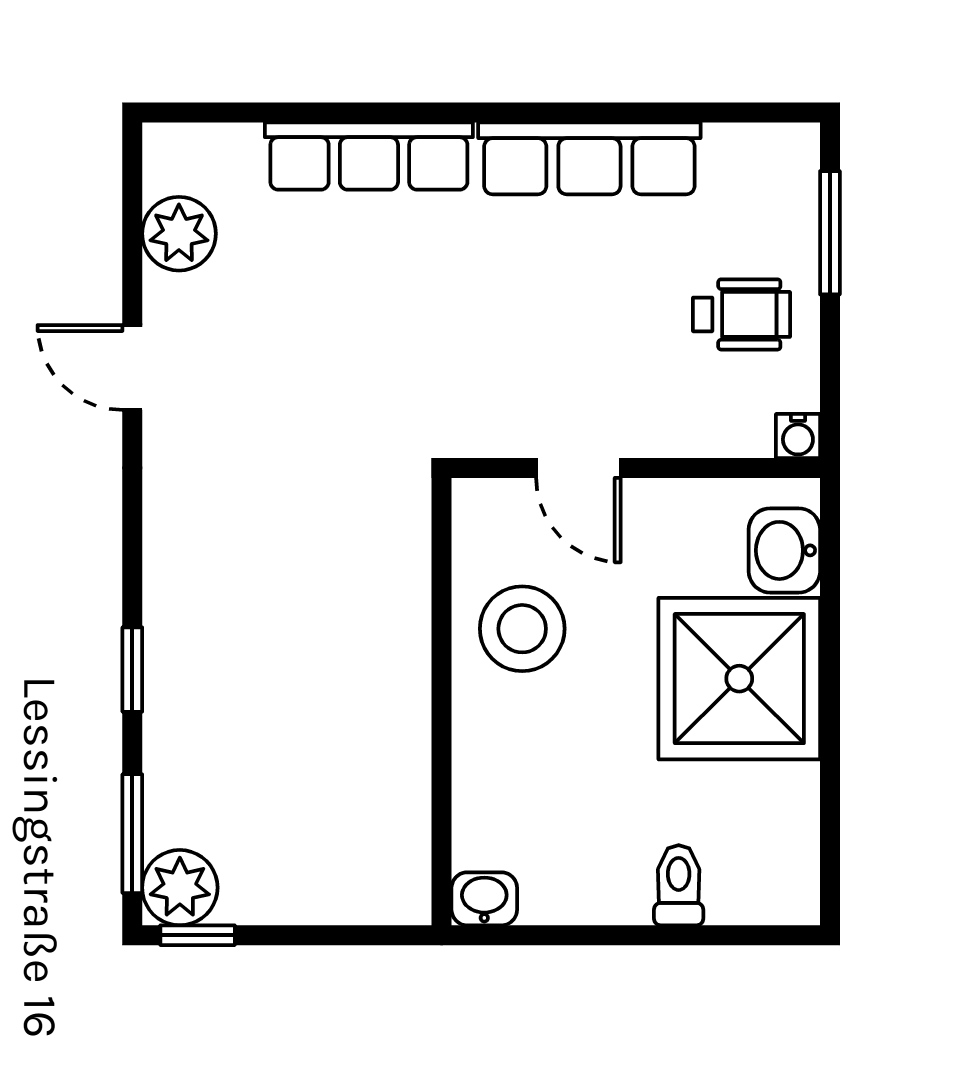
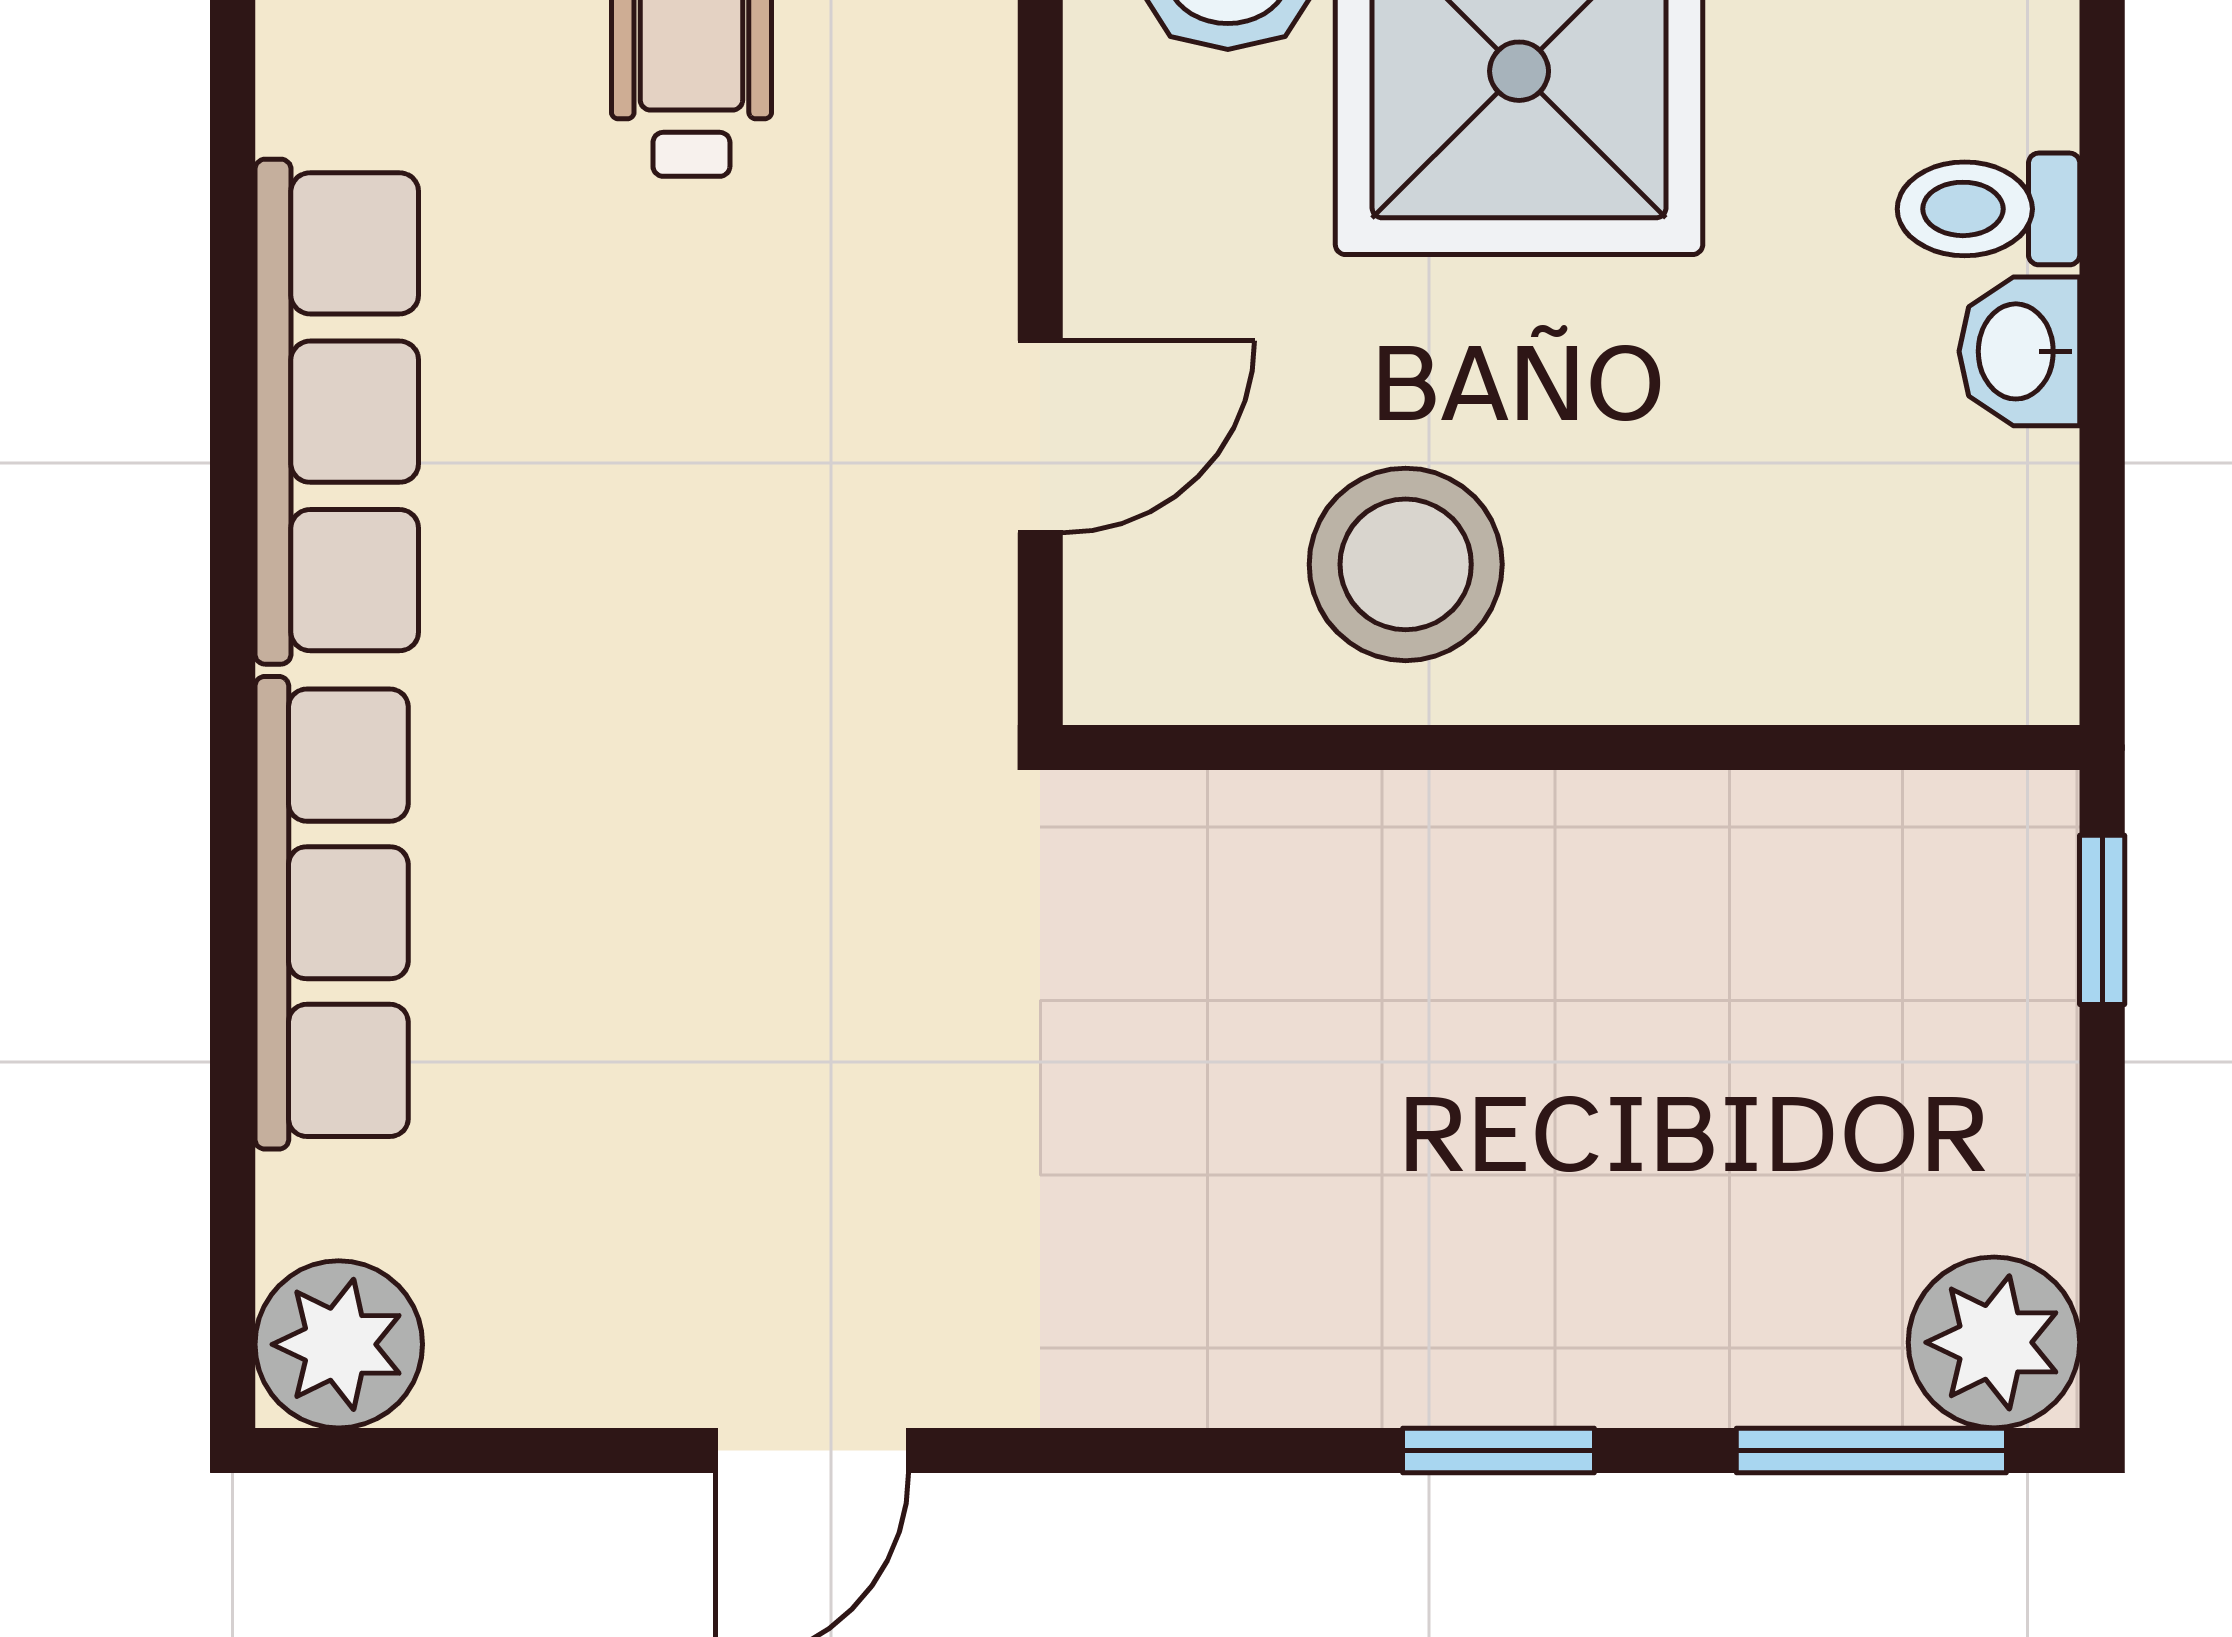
plant: (179, 234) -> (339, 1344), moved
washbasin: (484, 899) -> (2019, 351), moved
window: (198, 935) -> (2102, 920), moved

